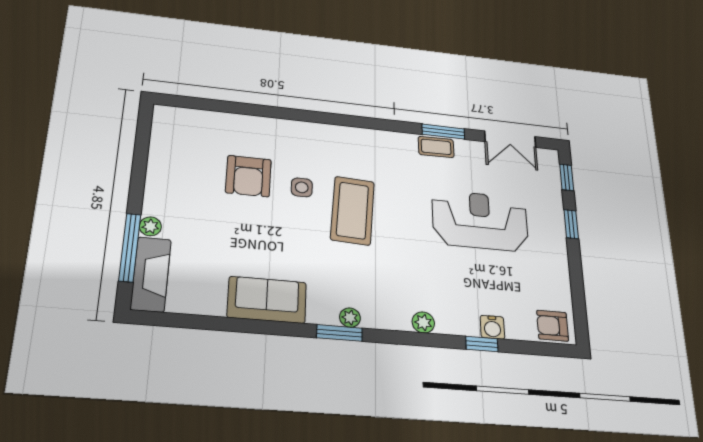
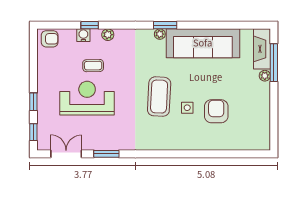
coffee table: (436, 147) -> (93, 66), moved
reception desk: (480, 221) -> (87, 98), turned 180
sofa: (267, 300) -> (203, 43), width x1.85, depth x1.27
plant: (423, 322) -> (108, 35), moved

